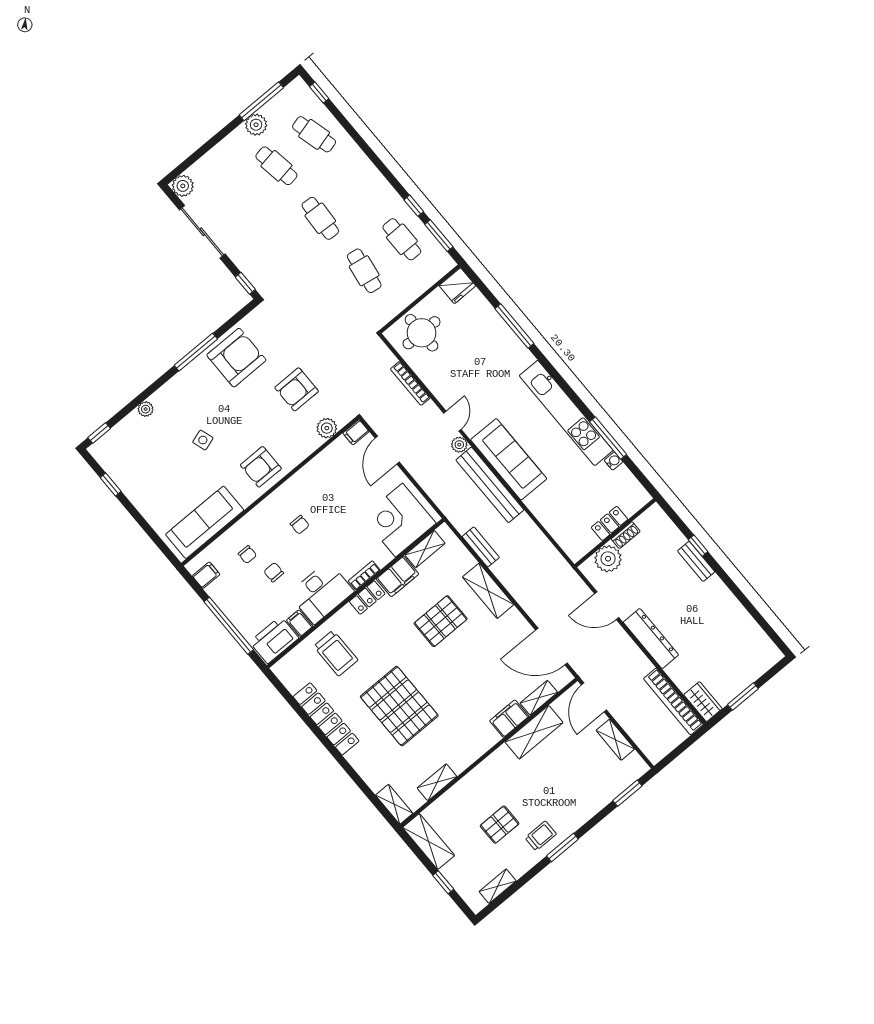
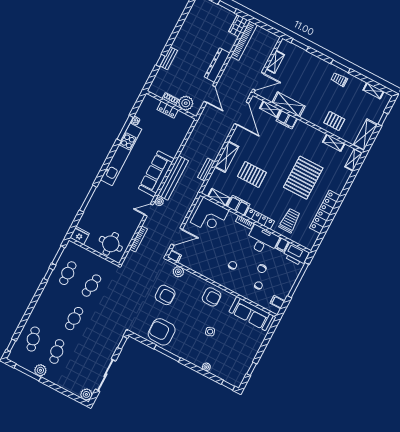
locker: (367, 598) -> (260, 219), width x1.53
pallet: (500, 825) -> (334, 121), moved

